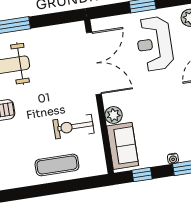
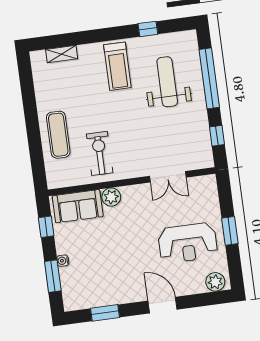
window: (55, 19) -> (217, 136), added
reception desk: (154, 44) -> (188, 243), turned 180
double door: (94, 63) -> (168, 177), width x0.54

